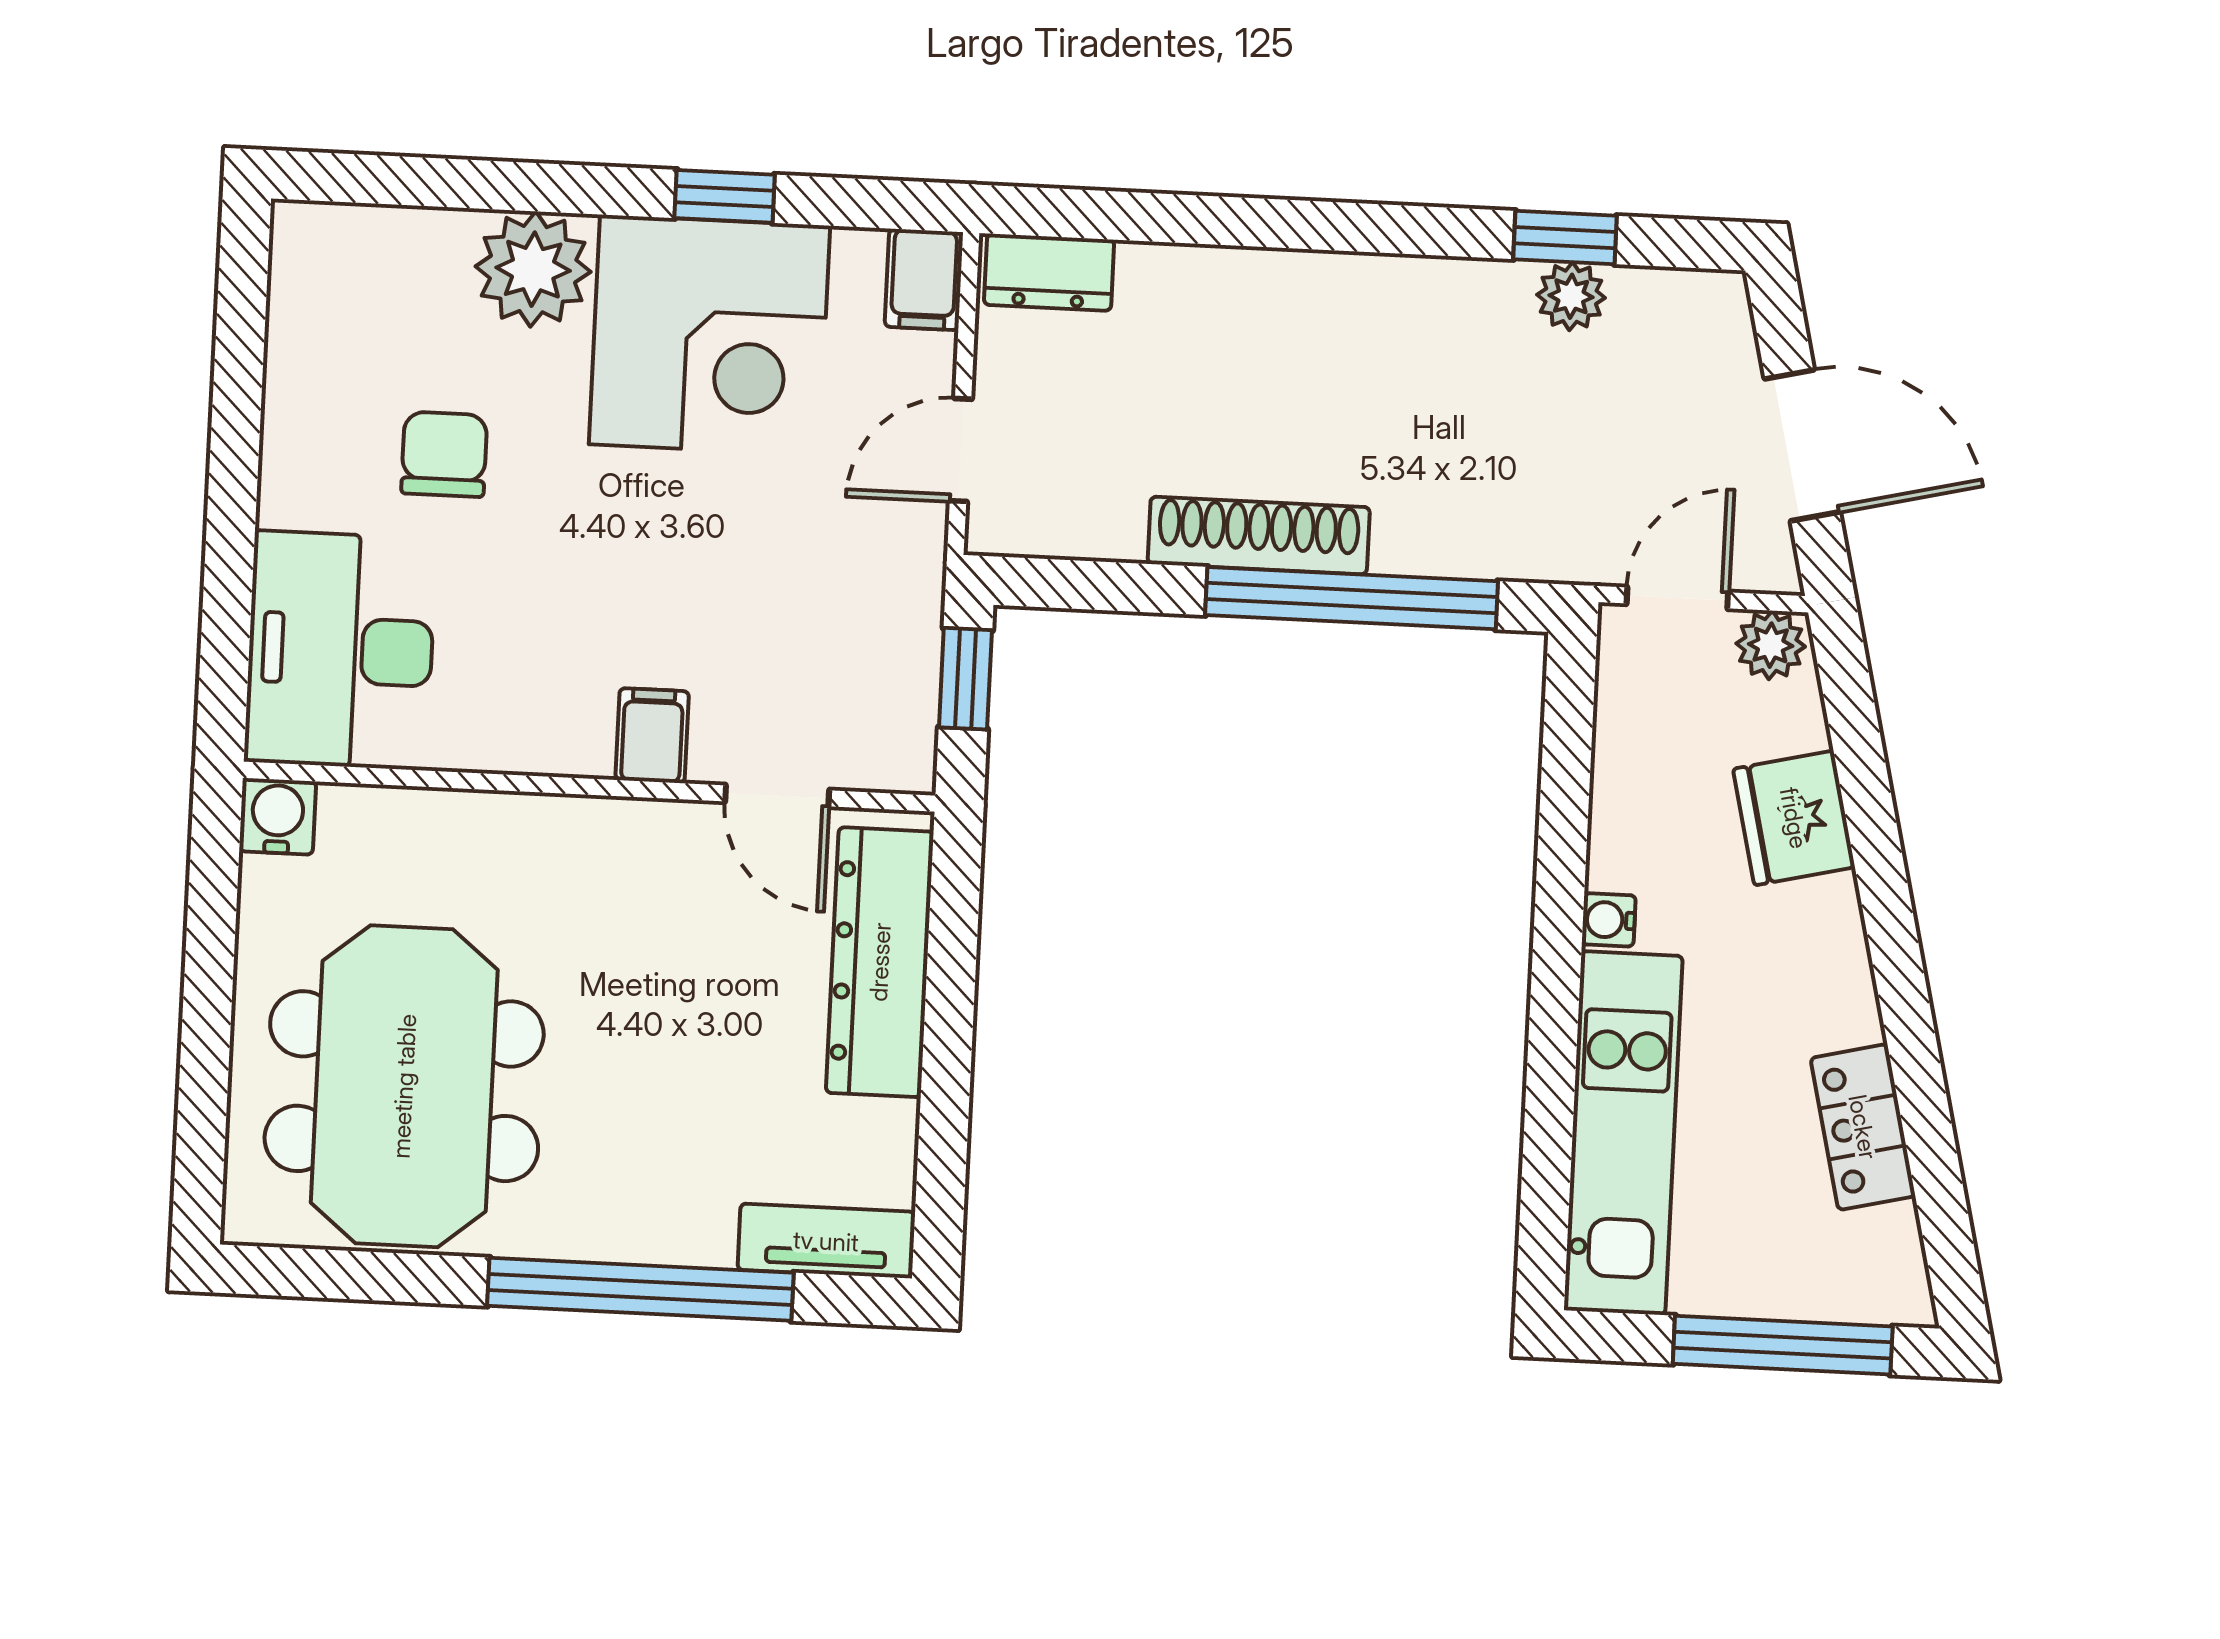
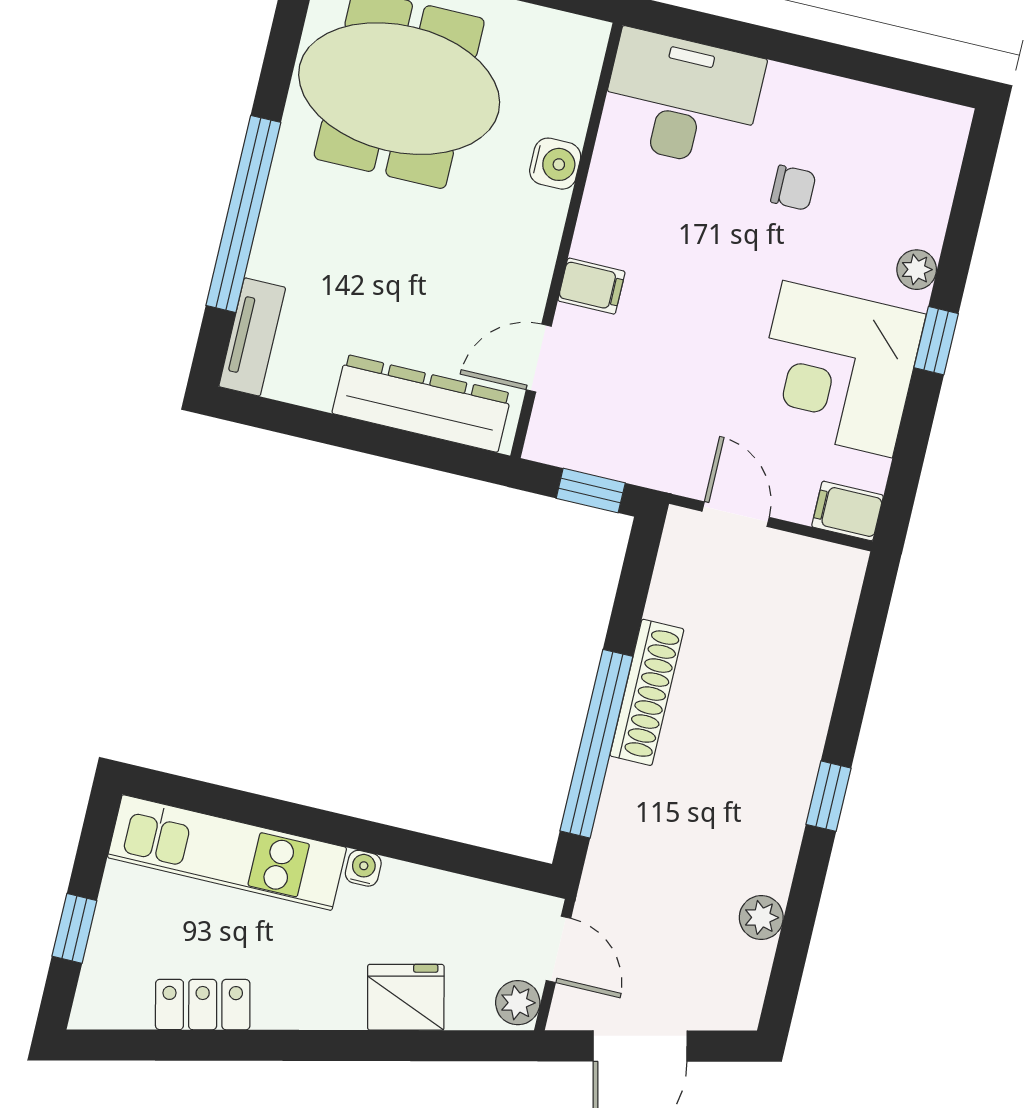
window: (725, 196) -> (936, 341), moved
window: (1565, 238) -> (828, 796), moved
plant: (533, 269) -> (917, 270), width x0.53, depth x0.53
dresser: (1049, 272) -> (837, 591), removed
chair: (444, 454) -> (793, 188), width x0.73, depth x0.73
water cooler: (278, 816) -> (555, 164), moved
window: (1783, 1345) -> (74, 928), width x0.46

